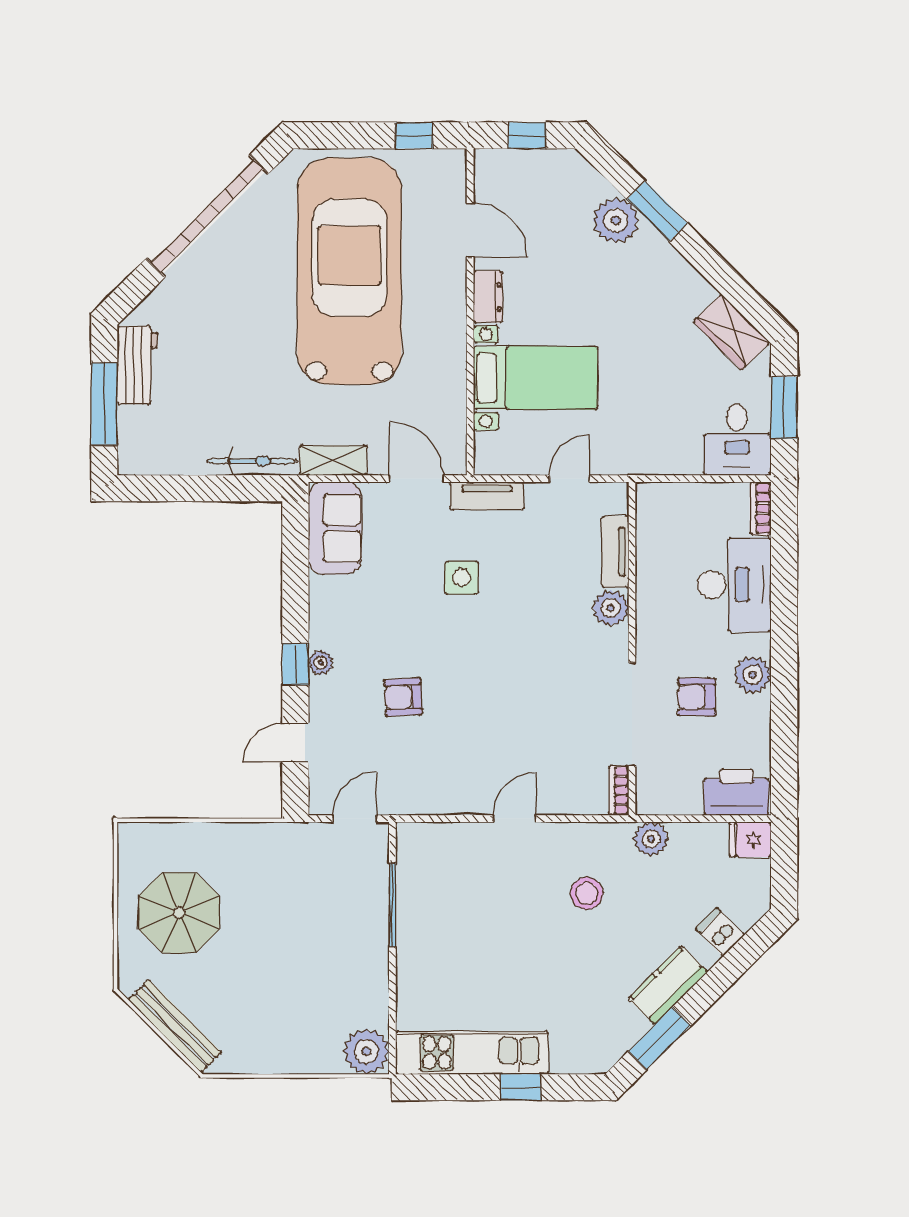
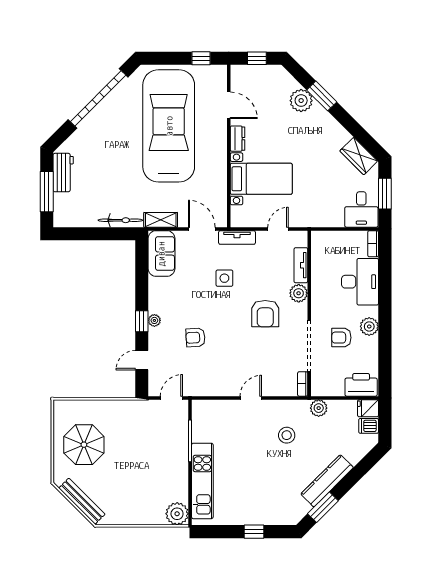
armchair: (544, 649) -> (265, 314), added
dishwasher: (720, 932) -> (369, 426), moved, turned -45
kitchen counter: (668, 985) -> (327, 481), width x1.50
kitchen unit: (472, 1053) -> (202, 481), moved, turned 90

